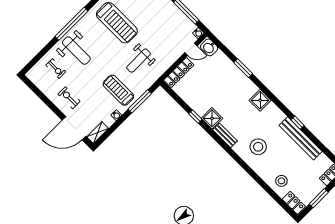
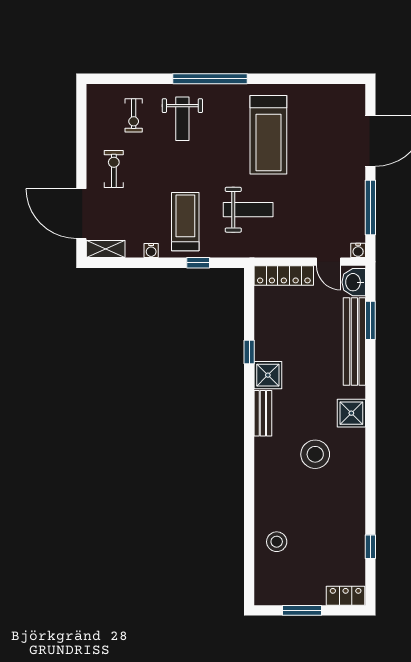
weight bench: (76, 51) -> (182, 119), width x0.73, depth x0.75
weight bench: (139, 61) -> (248, 210), turned 180
window: (243, 68) -> (370, 320), moved
window: (140, 101) -> (198, 263), width x0.46
window: (298, 123) -> (370, 547), moved
bench: (301, 138) -> (354, 341), moved
stool: (258, 147) -> (315, 454), moved
locker: (294, 203) -> (264, 585), removed

